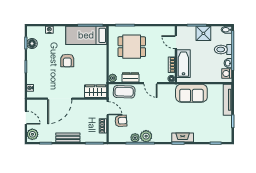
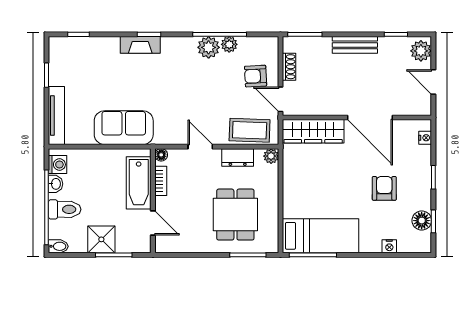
dining table: (132, 47) -> (235, 215), turned 90
armchair: (67, 61) -> (384, 188), moved
wardrobe: (96, 91) -> (313, 131), width x1.50
door: (60, 99) -> (370, 118), swing flipped

